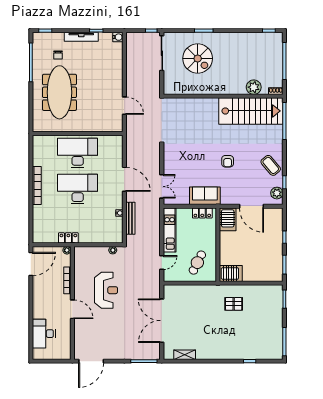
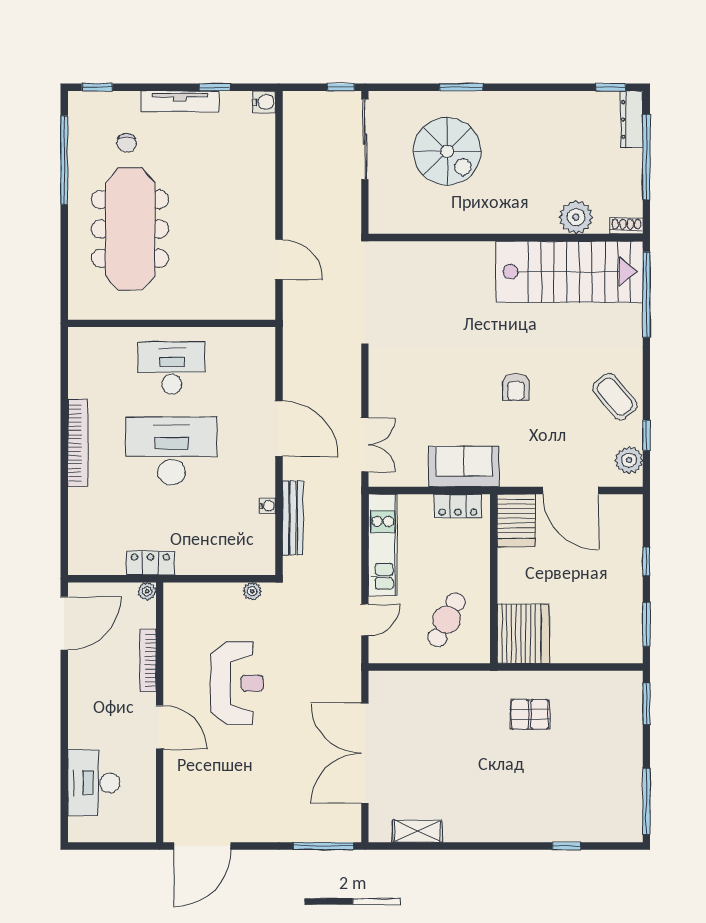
dresser: (278, 45) -> (632, 119), added
desk: (78, 153) -> (172, 368), width x0.73, depth x0.77
server rack: (231, 273) -> (523, 634), width x1.60

